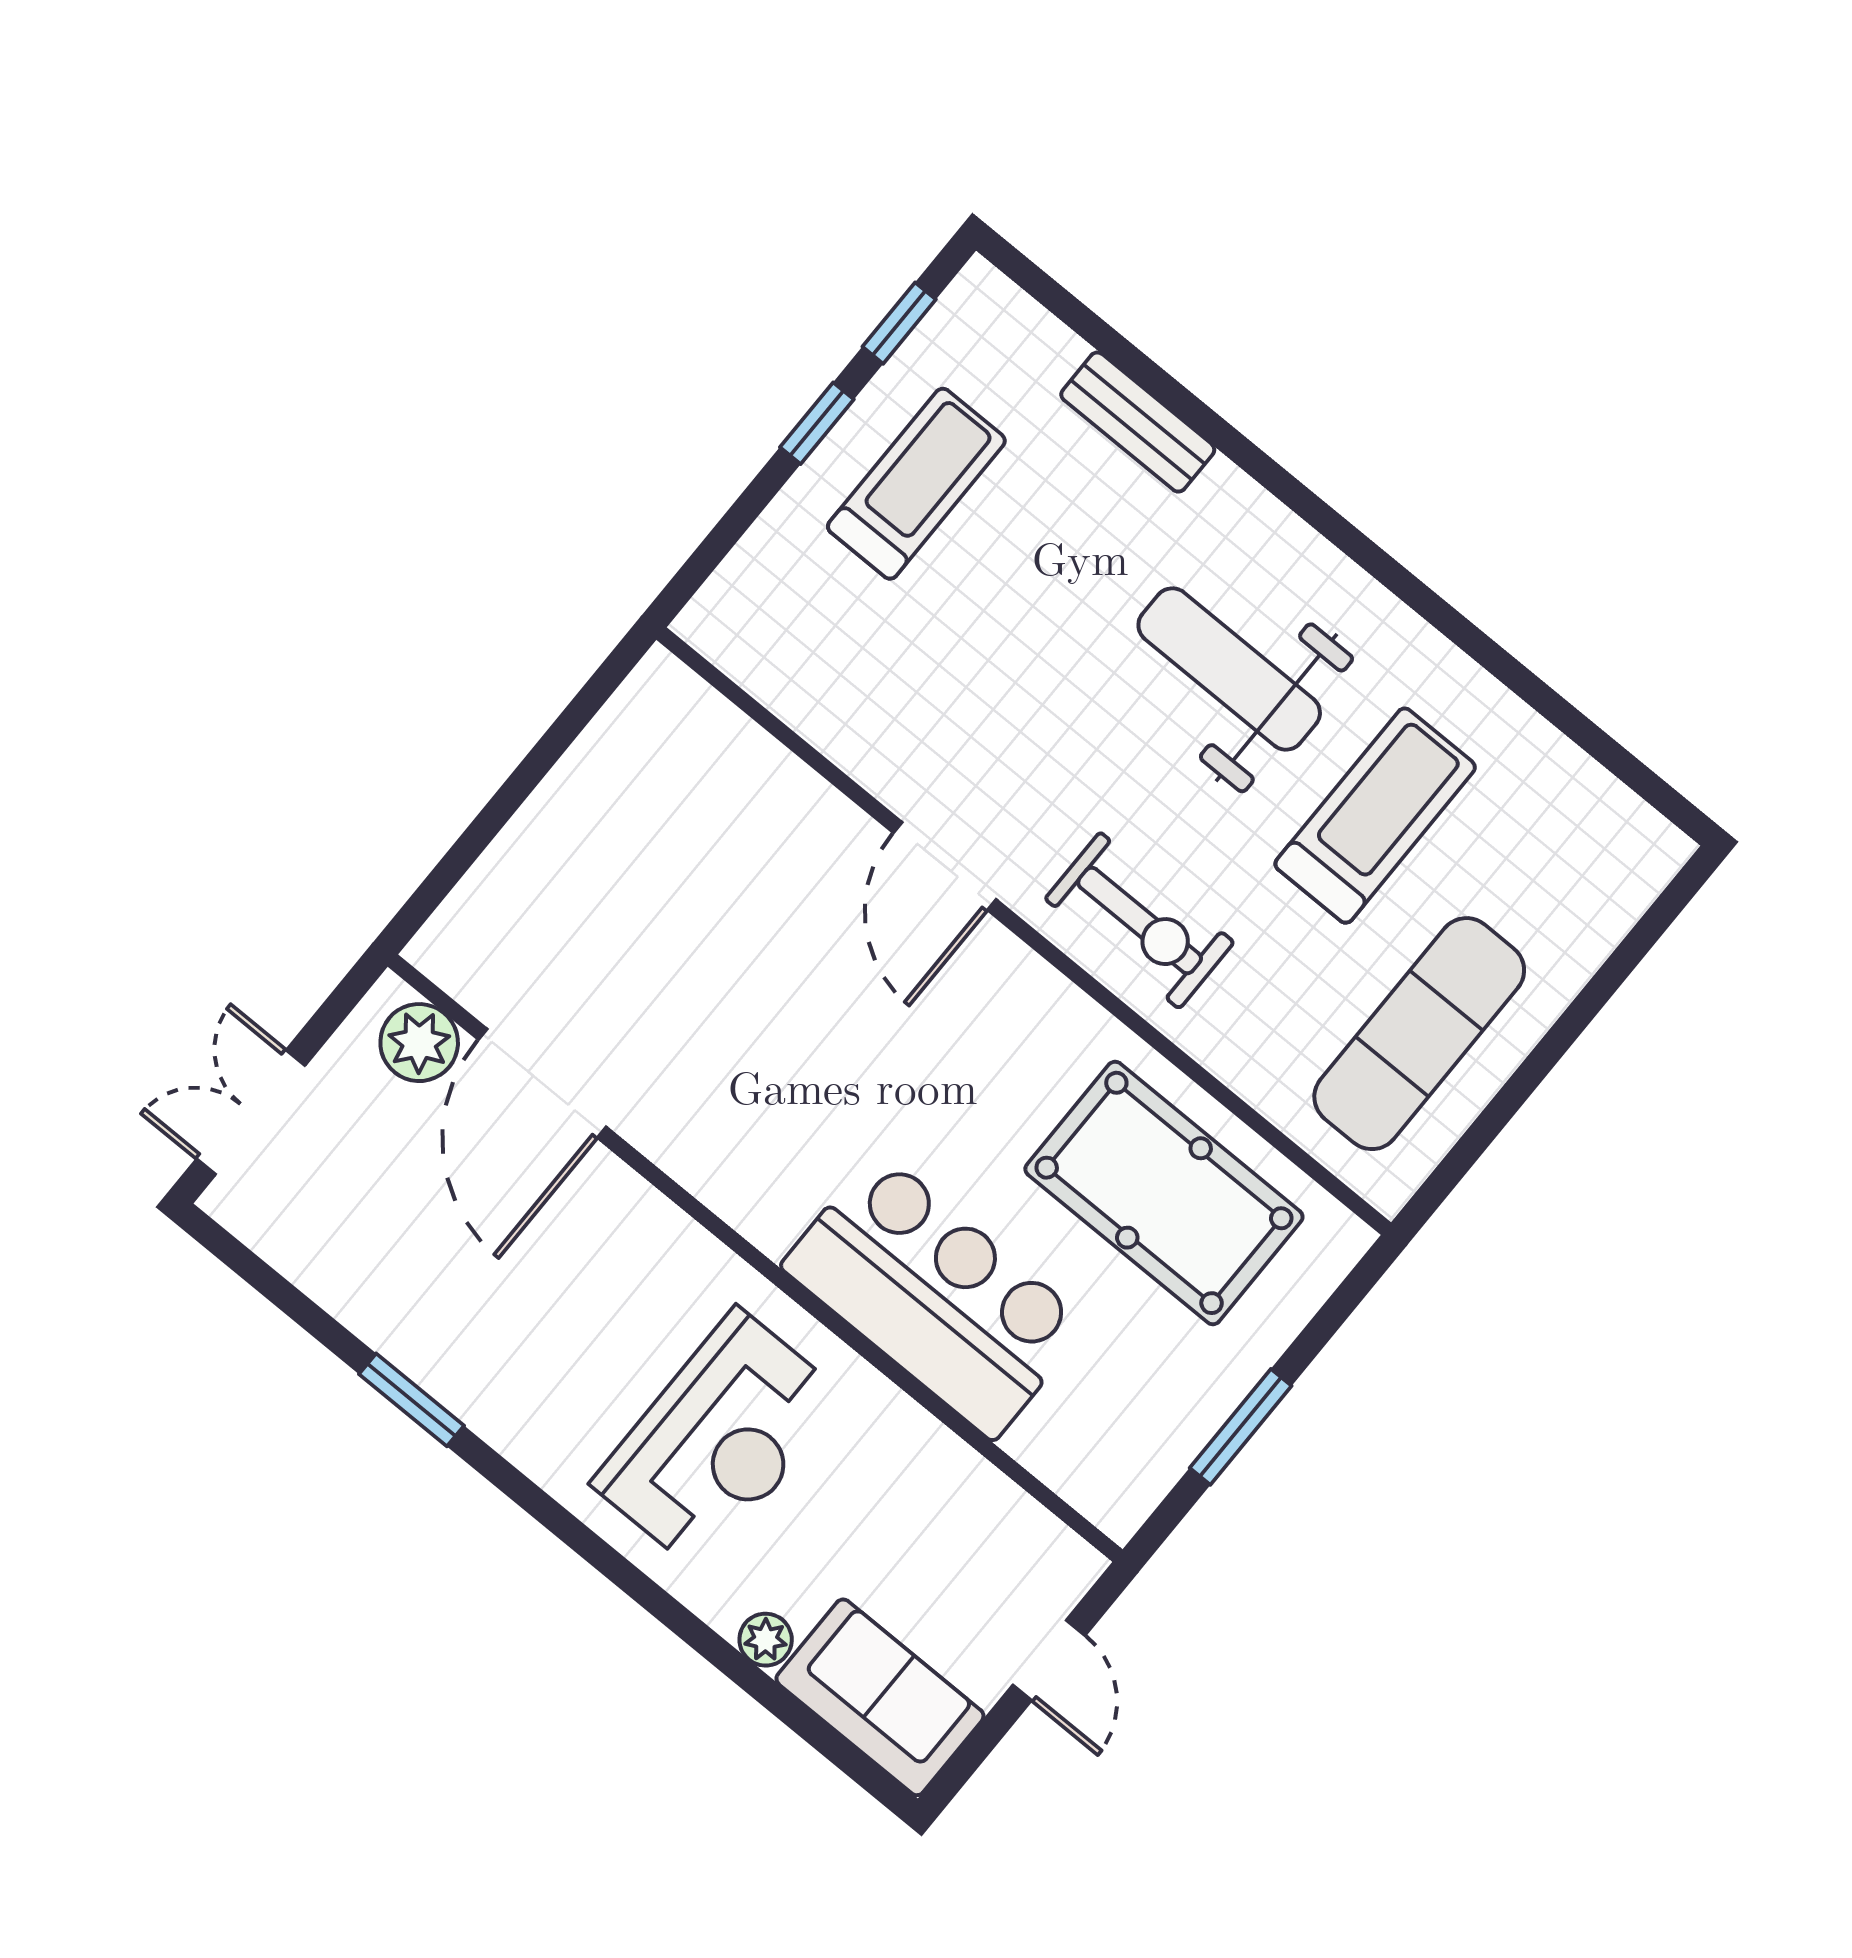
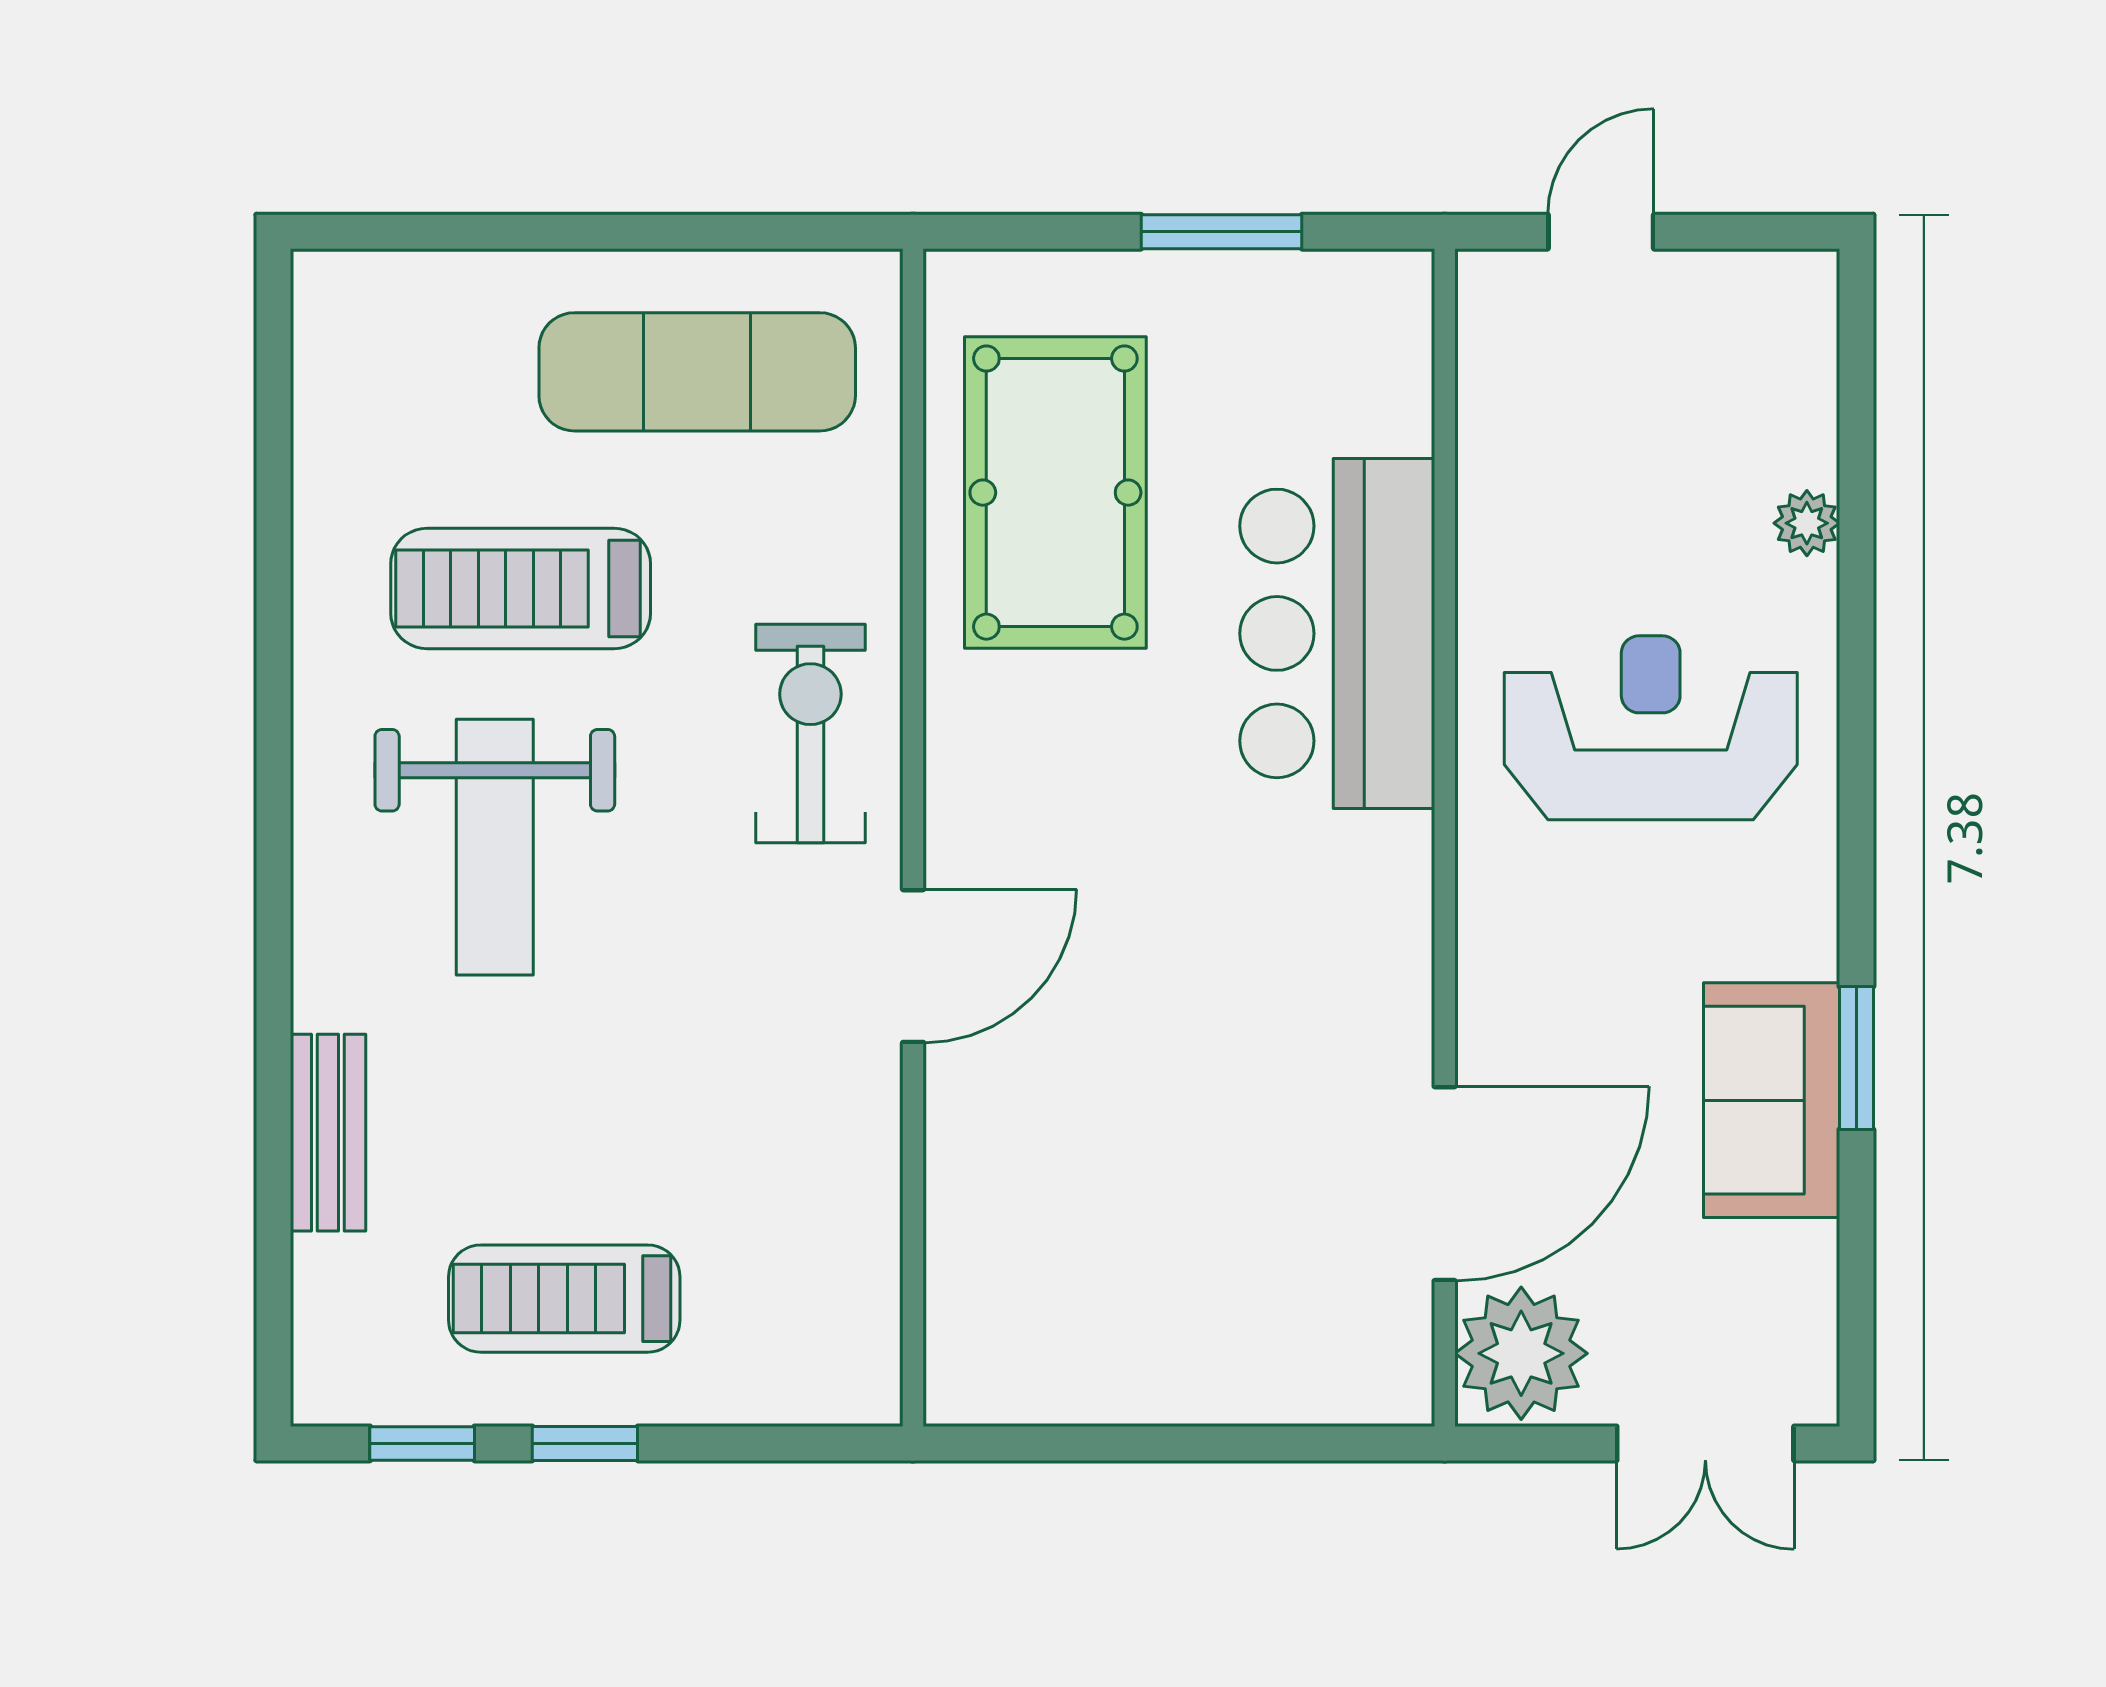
plant: (419, 1043) -> (1521, 1353), width x1.36, depth x1.36
sofa: (880, 1697) -> (1772, 1100), moved

